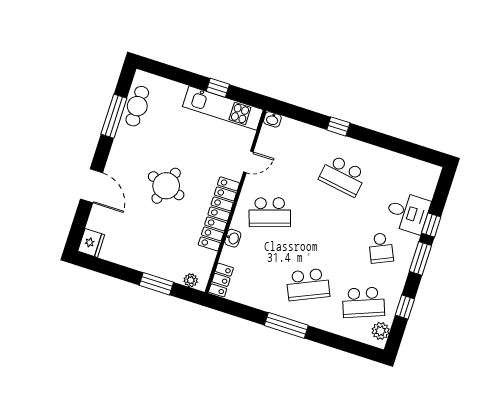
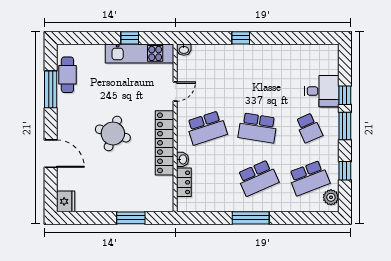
school desk: (343, 176) -> (258, 128), moved
plant: (191, 280) -> (159, 206), removed
locker: (221, 280) -> (184, 182), moved

